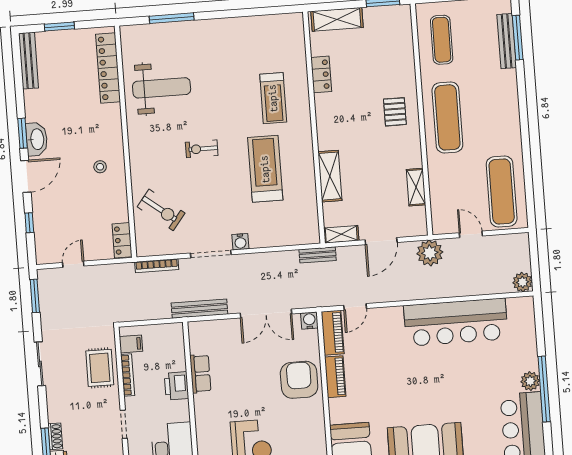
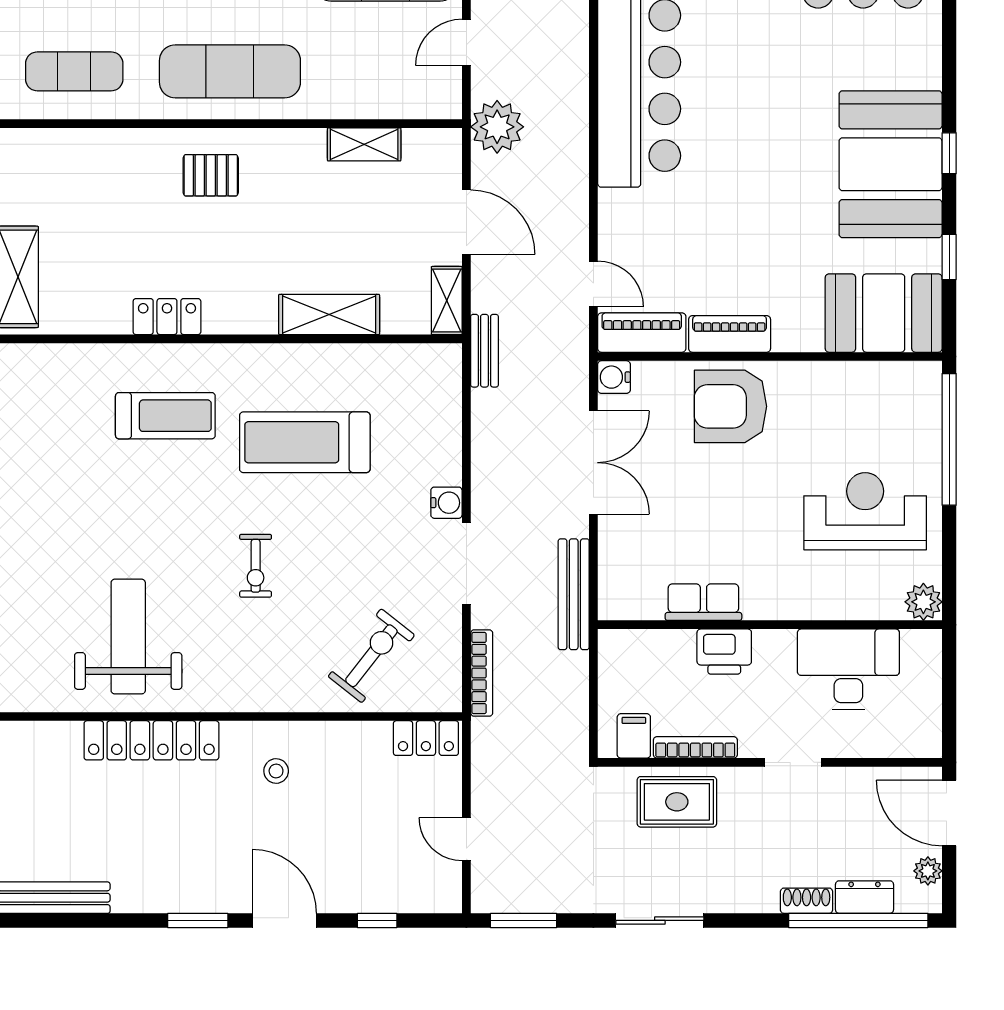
locker: (108, 68) -> (151, 740), moved
locker: (321, 74) -> (167, 317), moved
washbasin: (37, 139) -> (212, 893), removed

